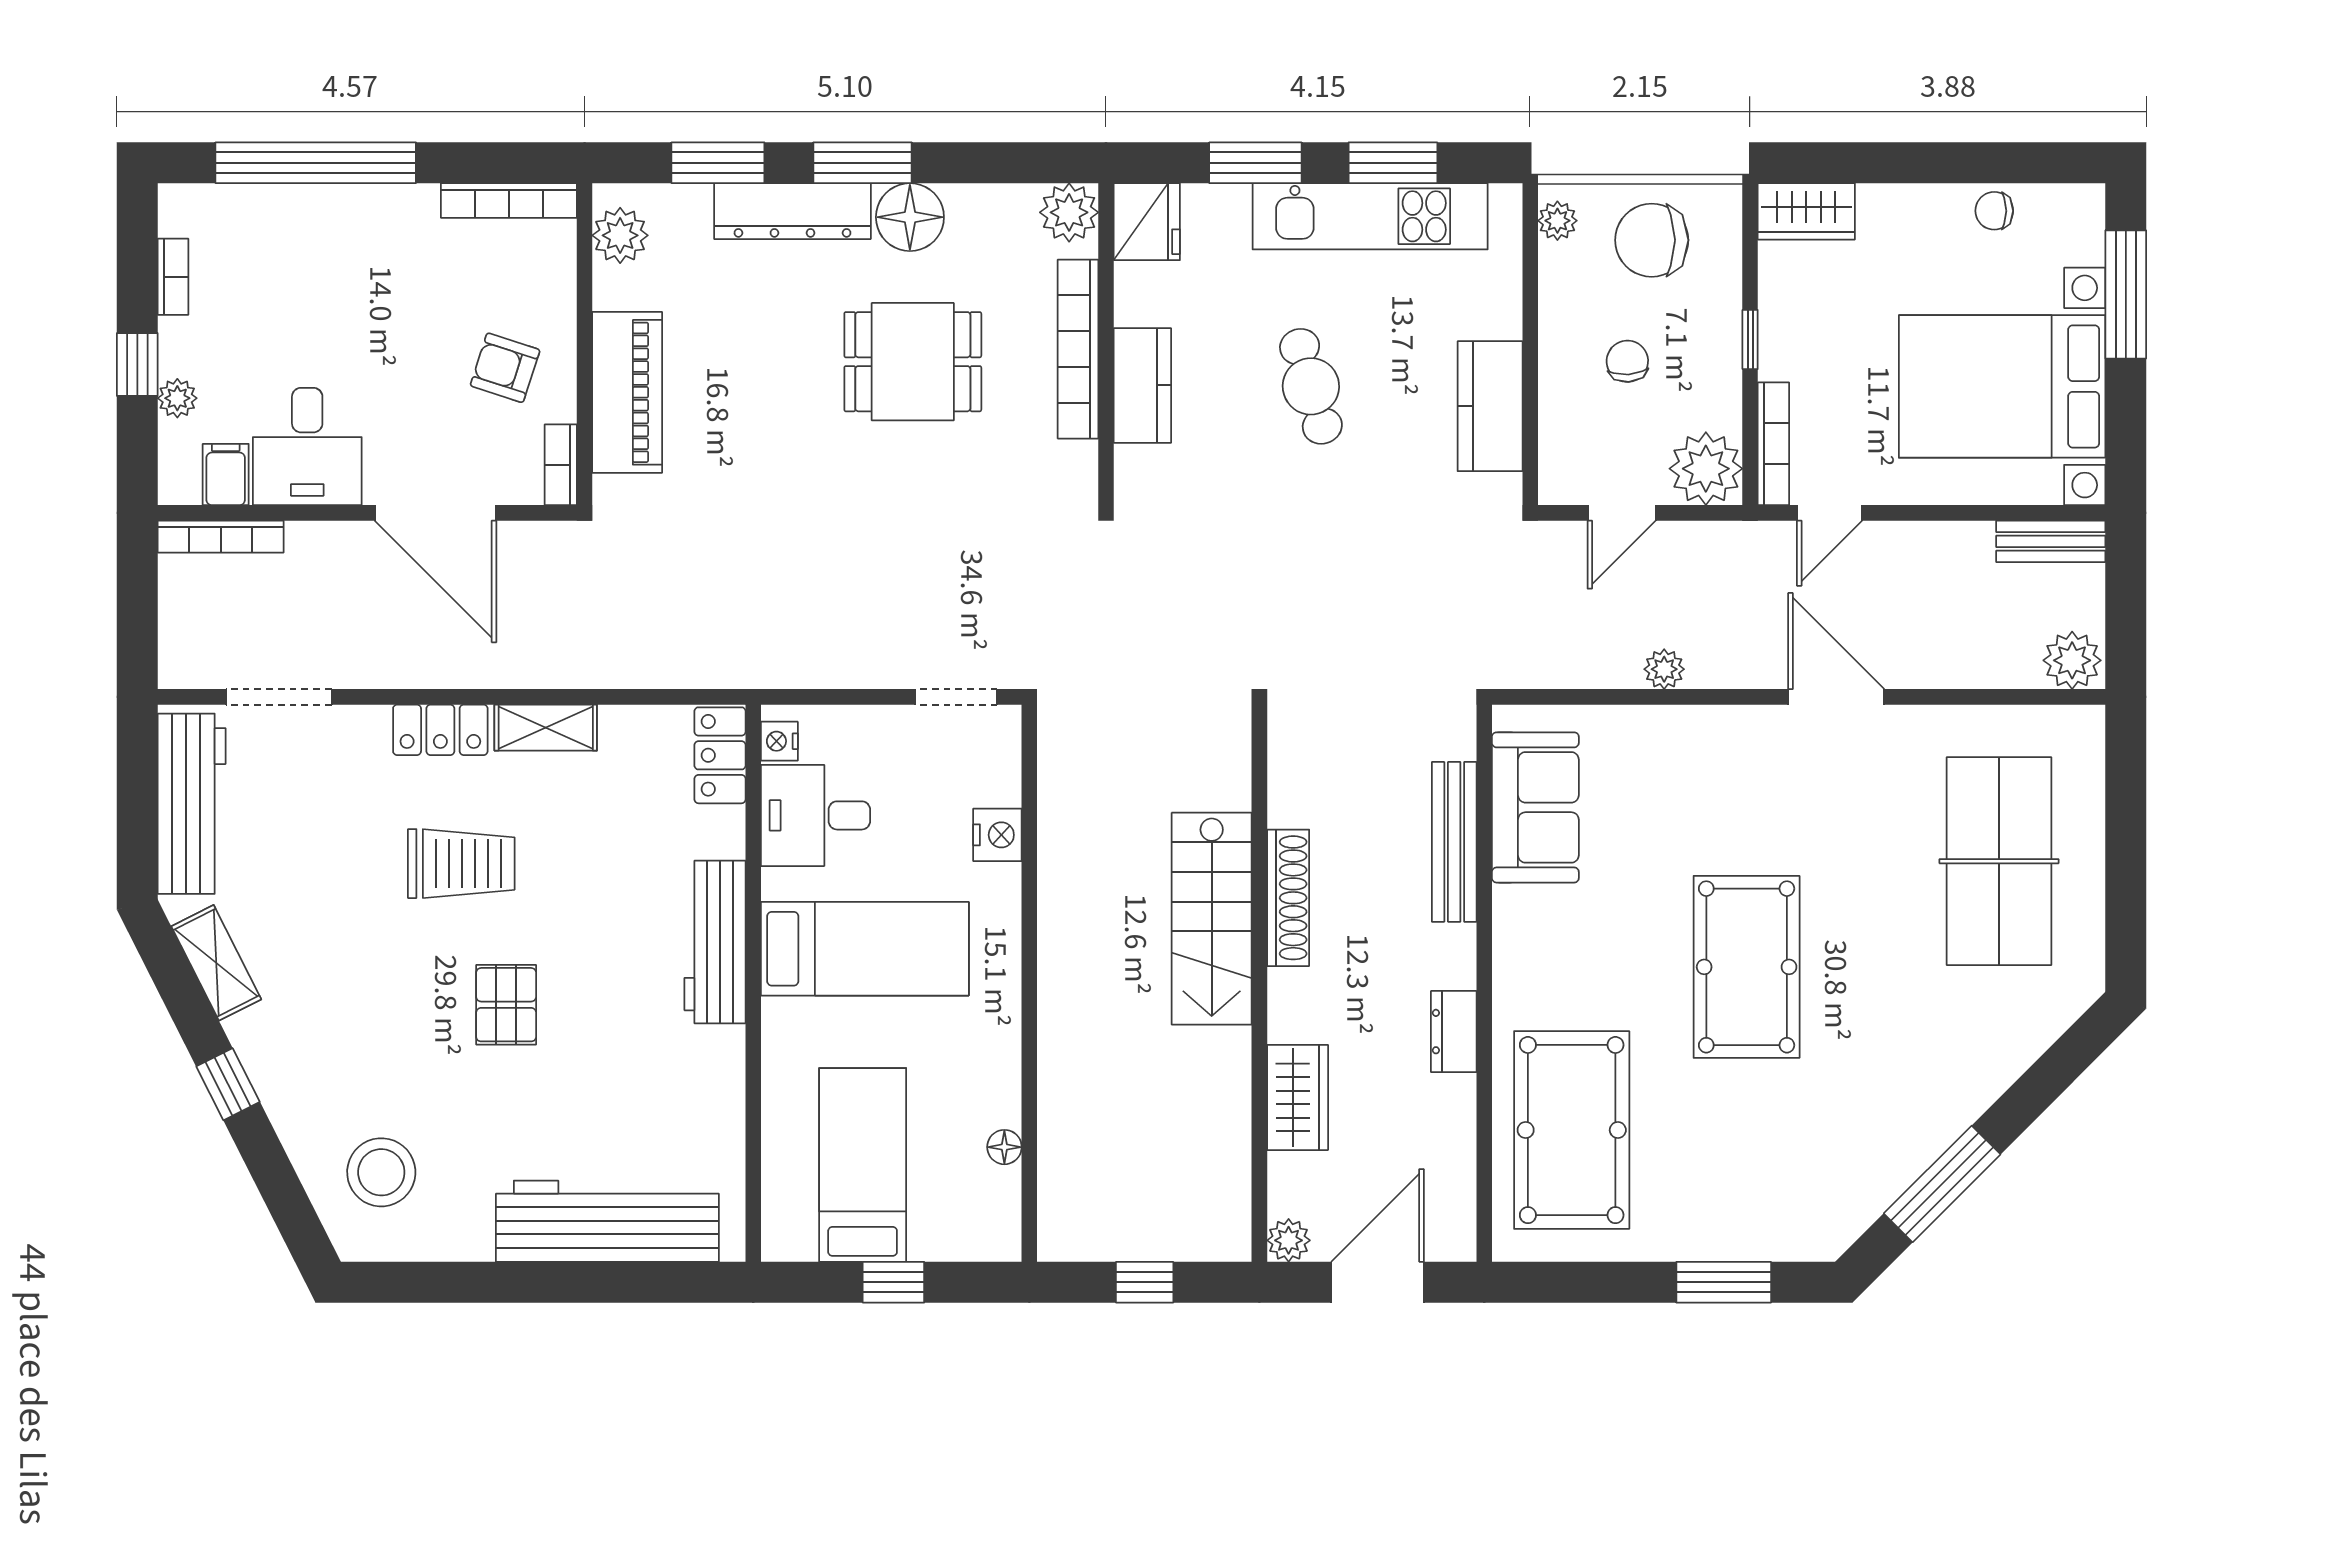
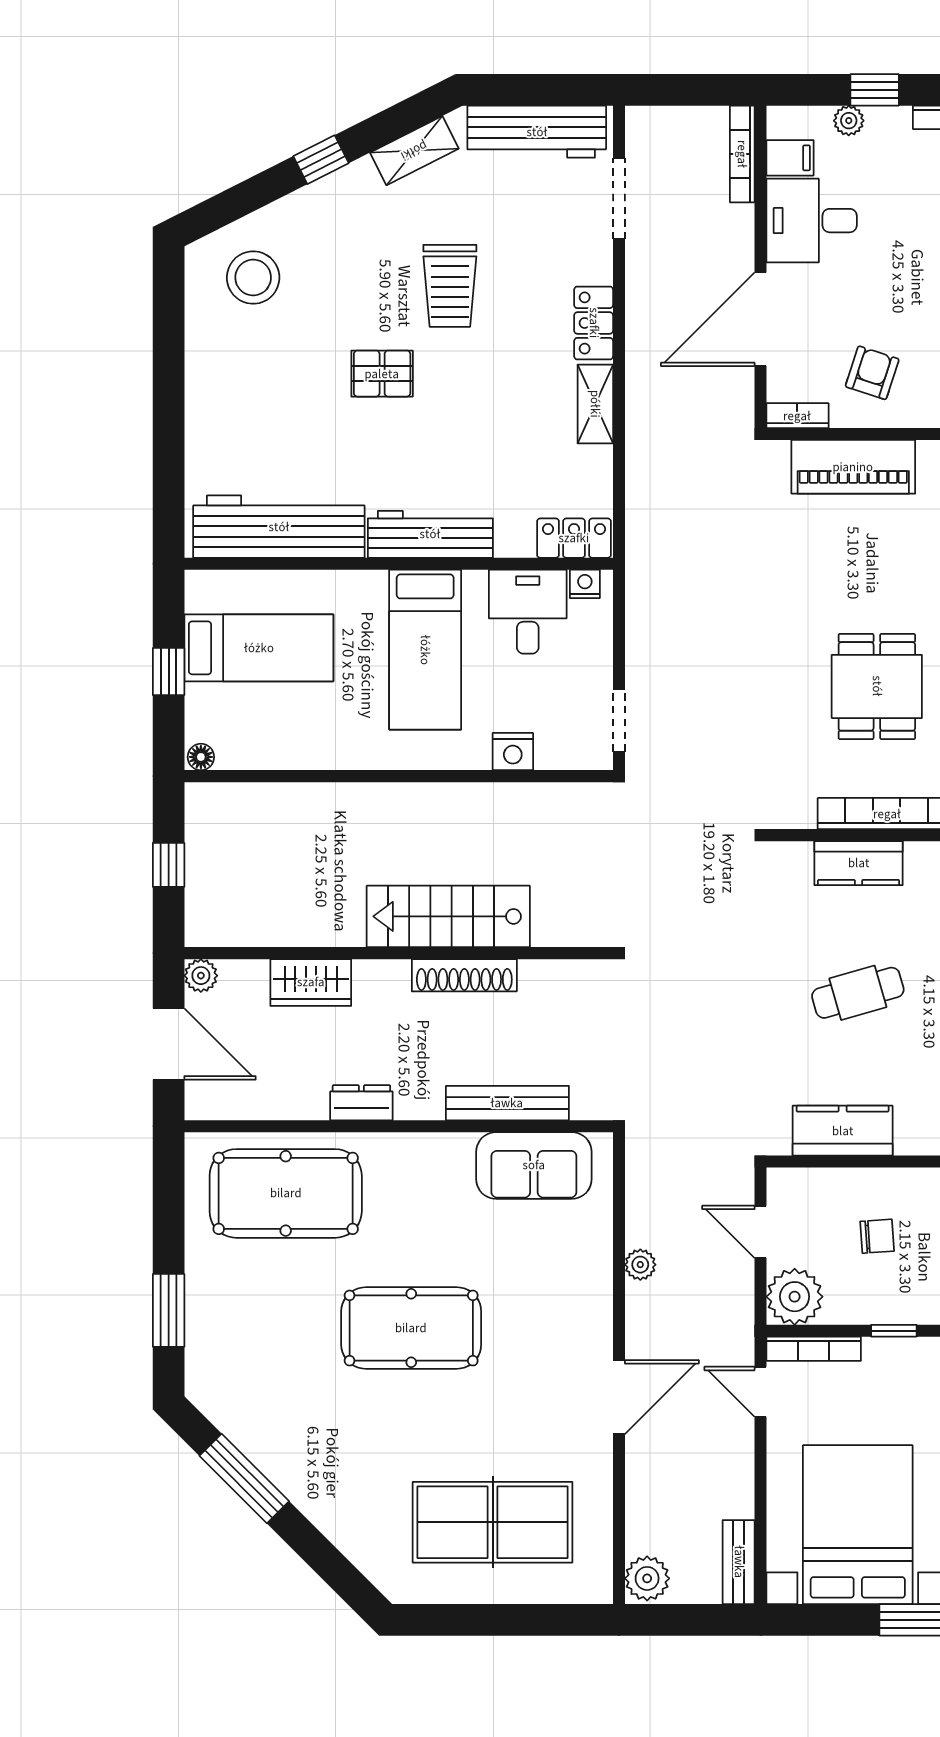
trolley: (461, 864) -> (450, 286), moved
floor lamp: (1004, 1147) -> (201, 757), moved
workbench: (607, 1221) -> (279, 527), moved, turned -90

